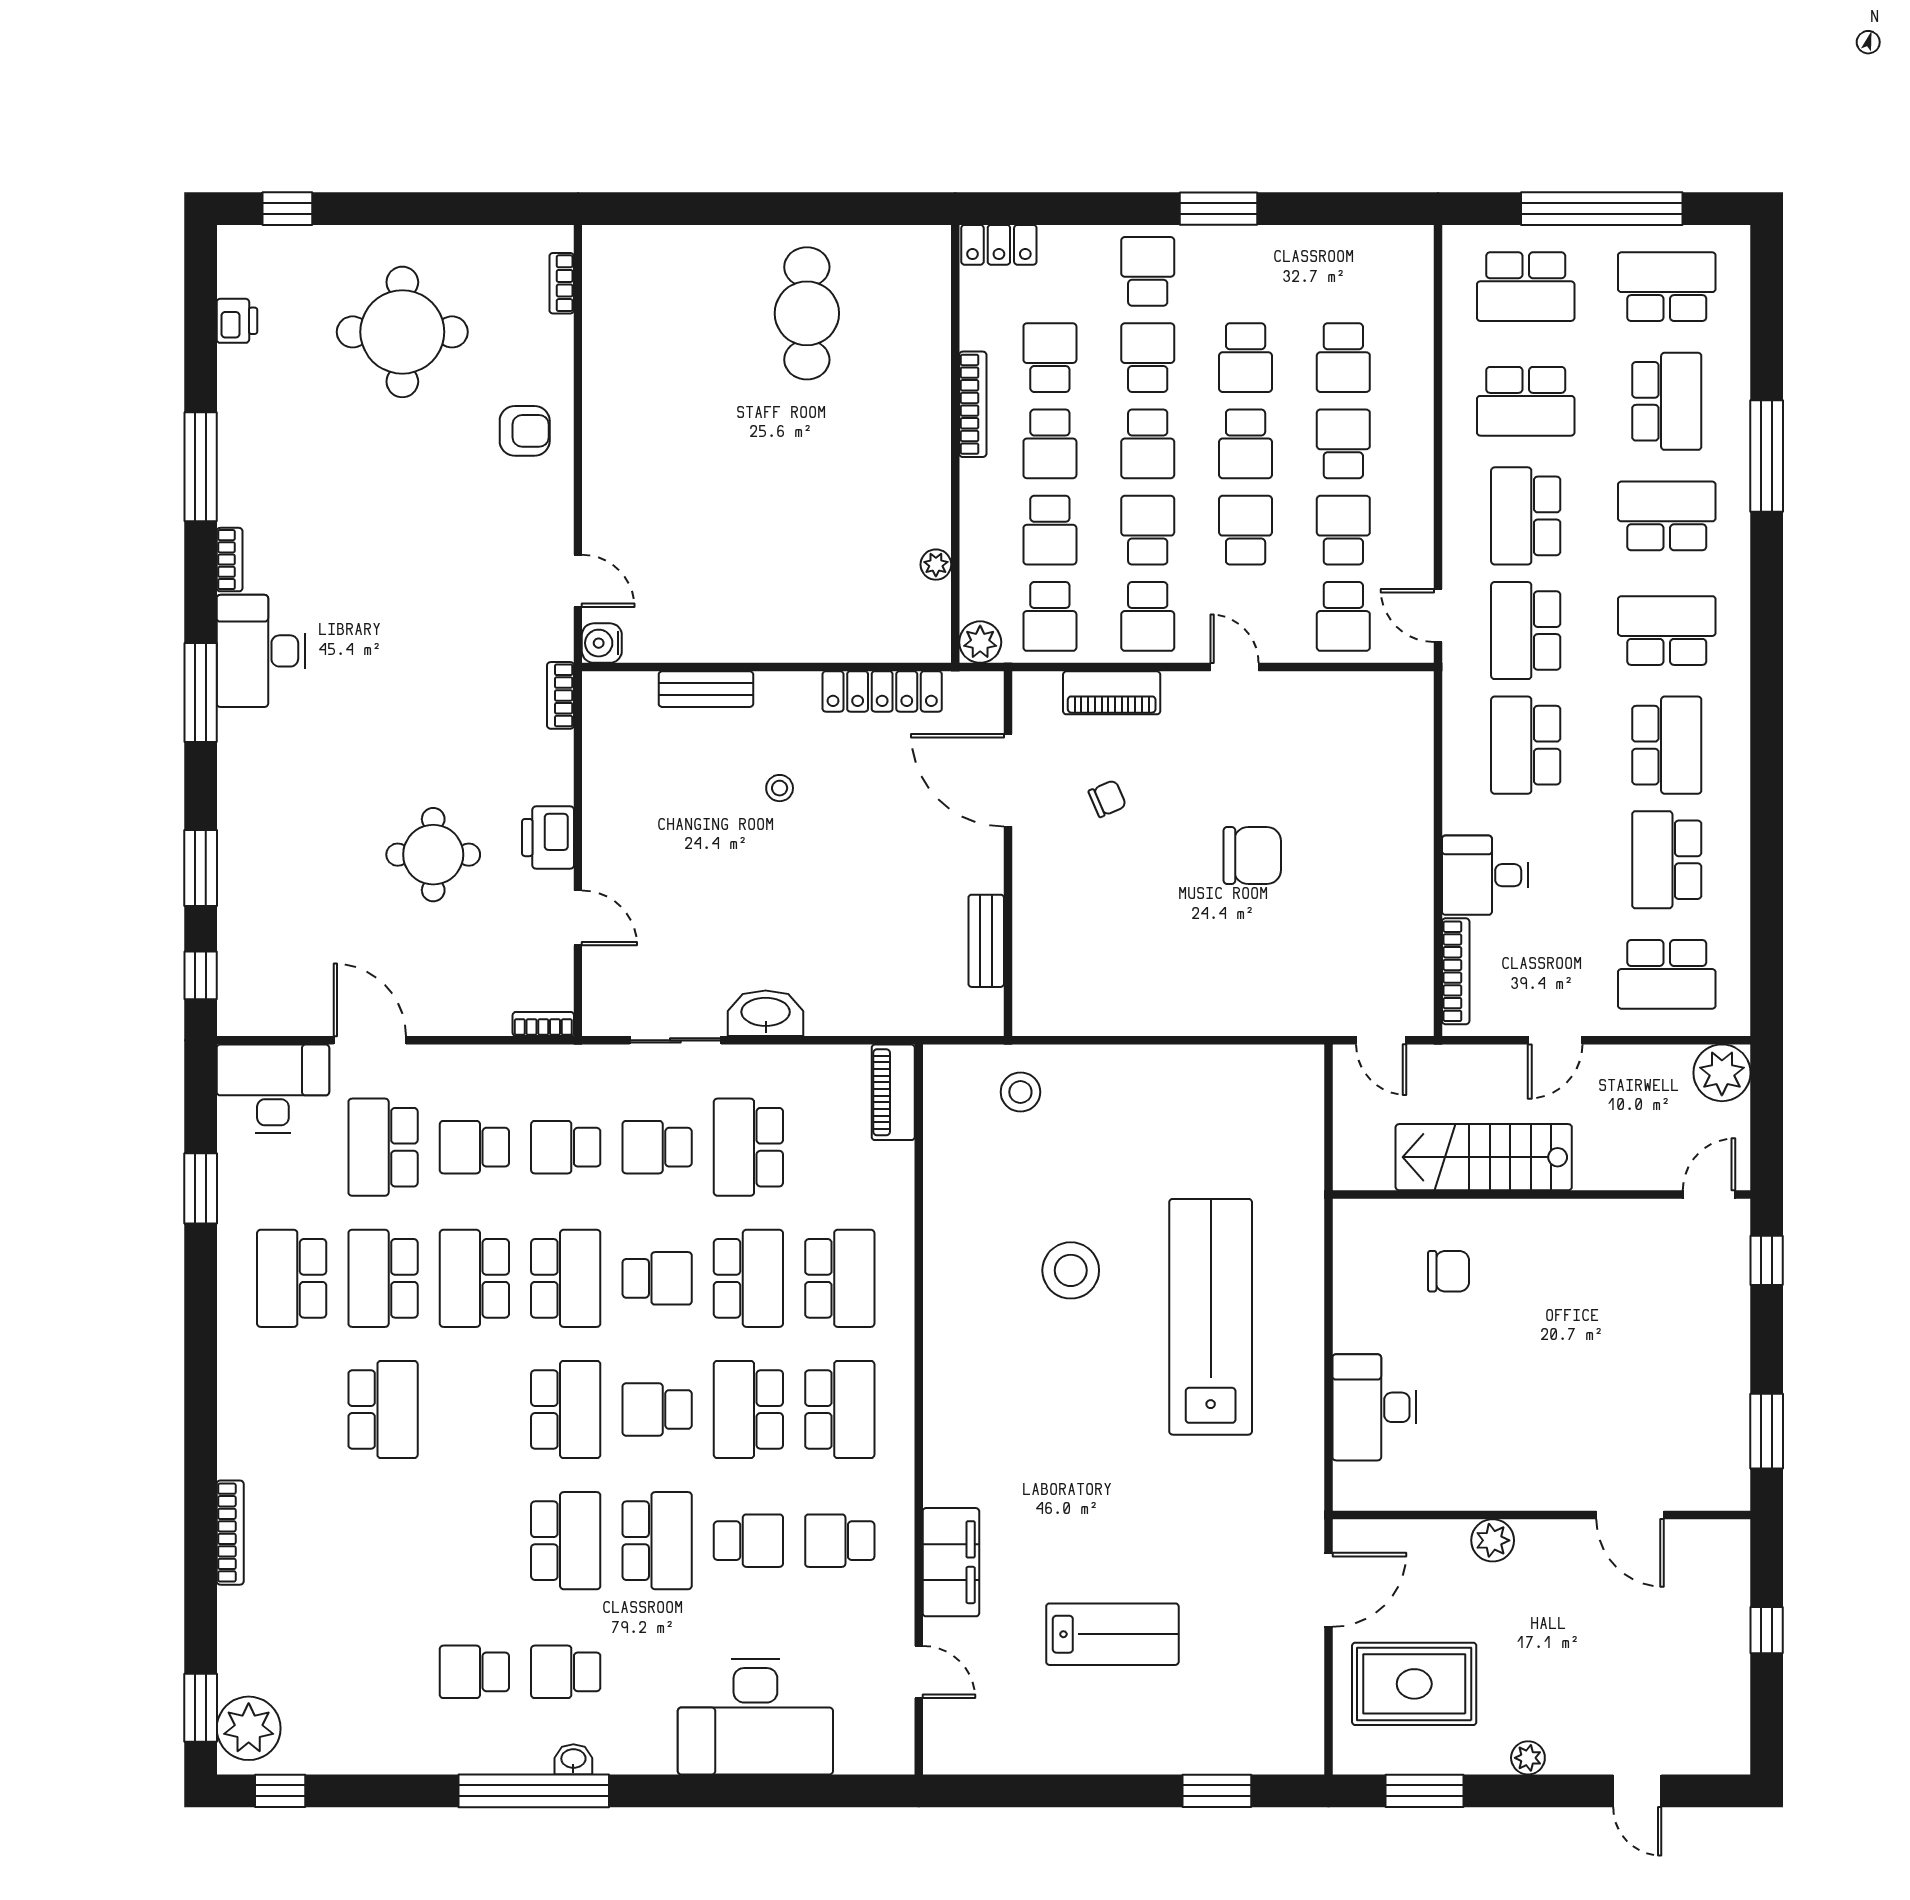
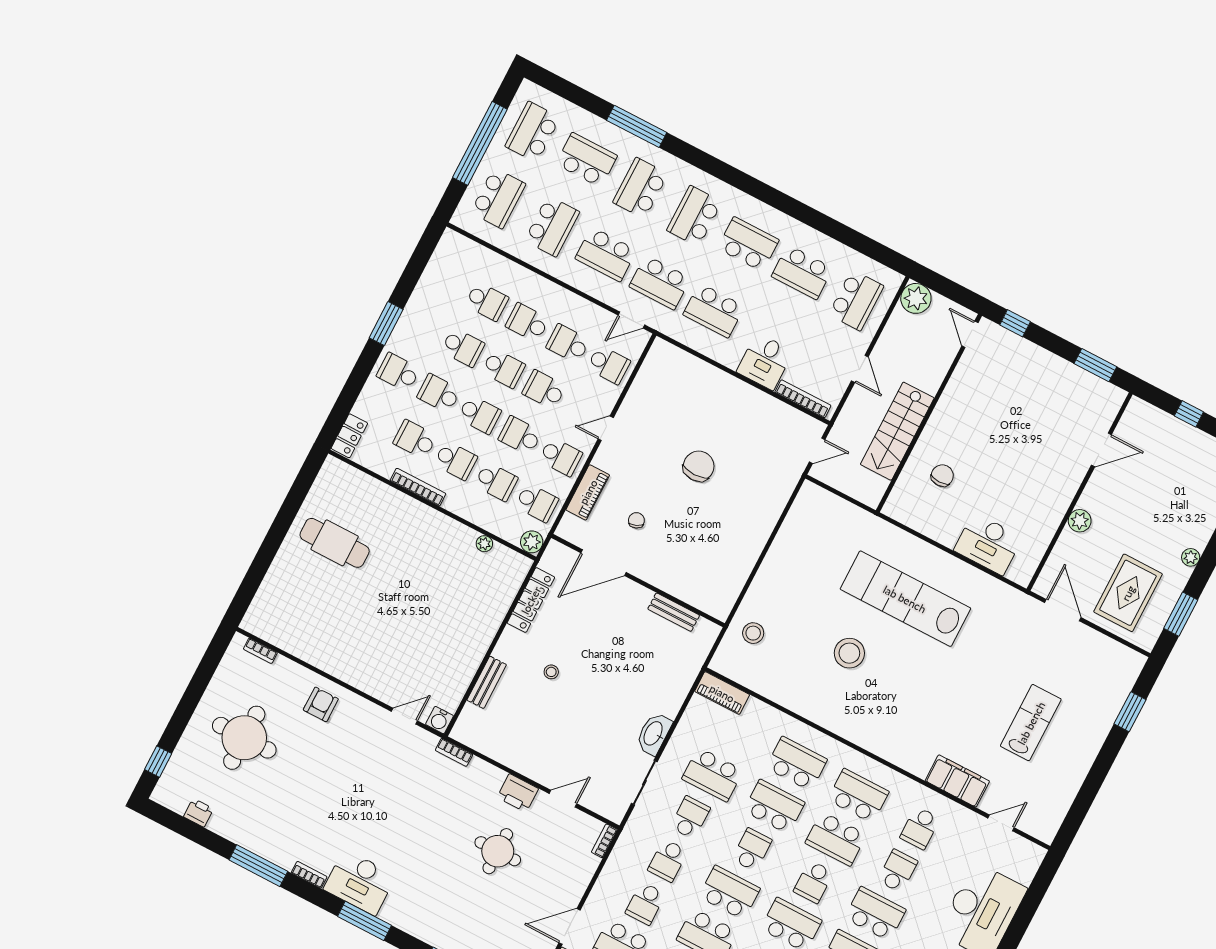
school desk: (657, 1147) -> (690, 818), turned 180

